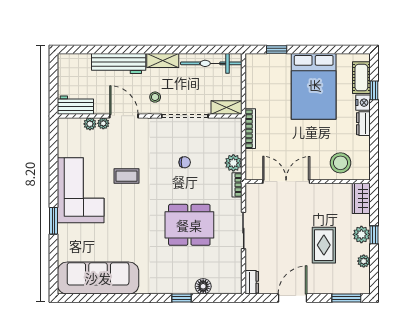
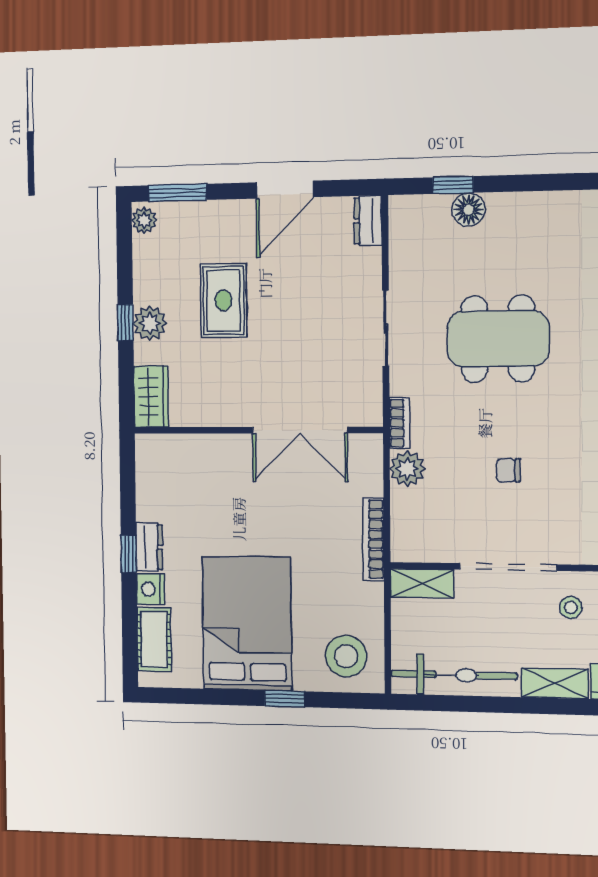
window: (277, 50) -> (285, 699), moved
window: (374, 90) -> (129, 554), moved
stool: (340, 163) -> (346, 656), moved
plant: (364, 261) -> (144, 220), moved
window: (182, 298) -> (453, 185), moved

